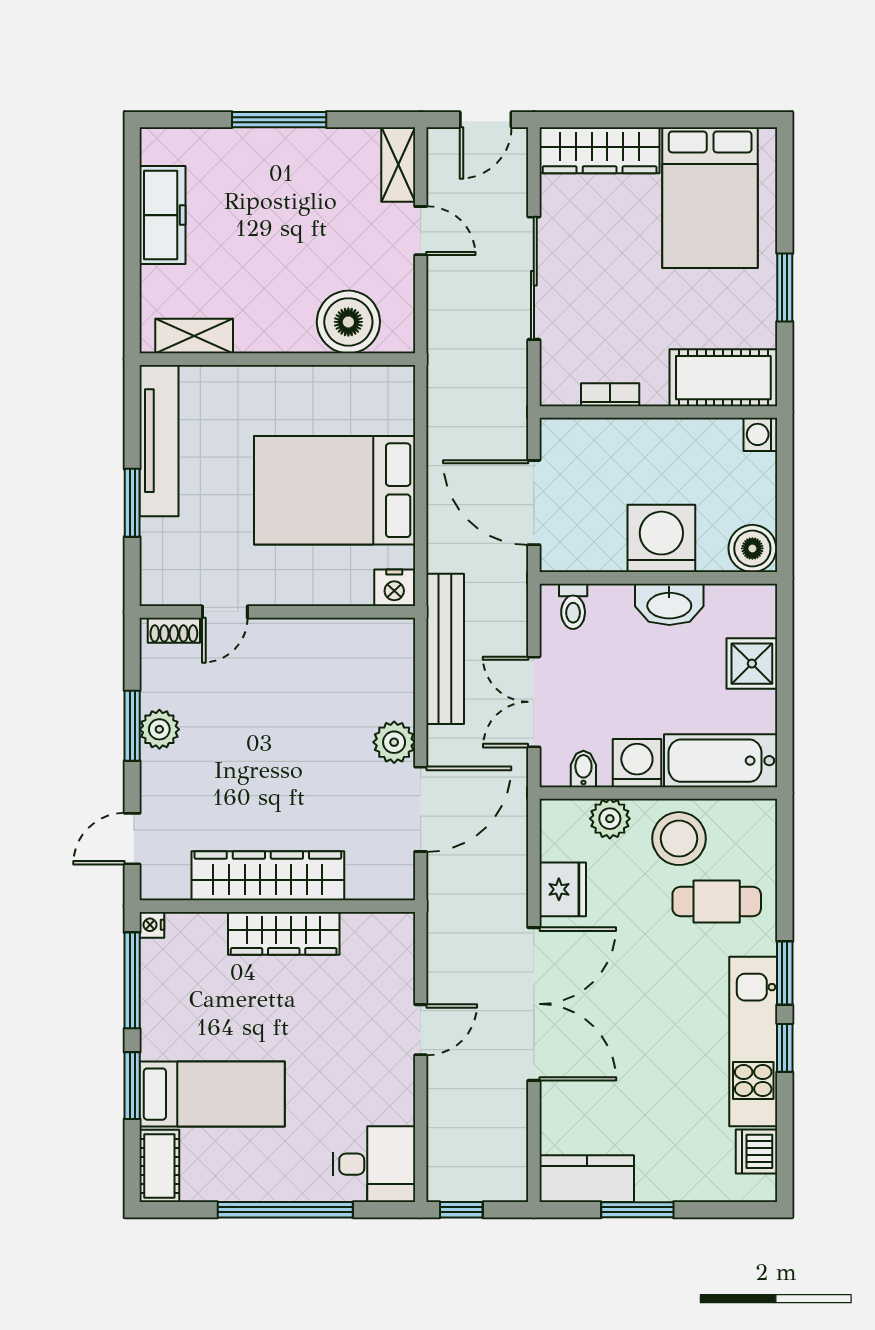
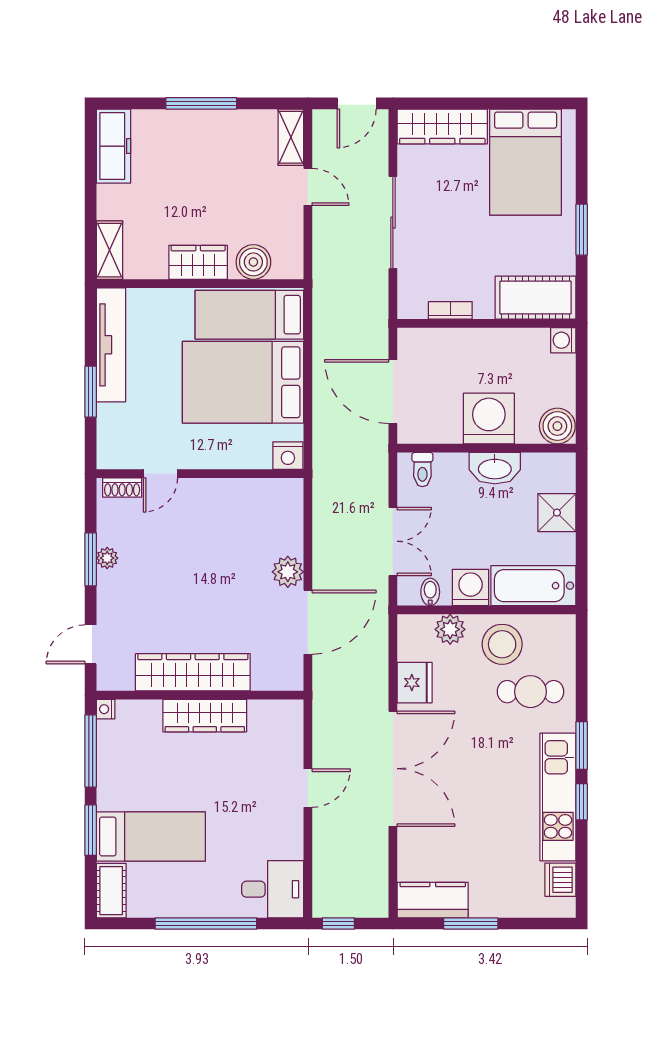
freezer: (162, 215) -> (114, 146), moved
boiler: (348, 322) -> (253, 262), width x0.73, depth x0.73
wardrobe: (275, 331) -> (198, 262), added
shelving: (194, 336) -> (109, 250), moved, turned 90
bed: (343, 400) -> (249, 315), added
bench: (445, 649) -> (326, 502), removed
double door: (534, 702) -> (393, 541), swing flipped
plant: (159, 729) -> (107, 558), width x0.73, depth x0.73

